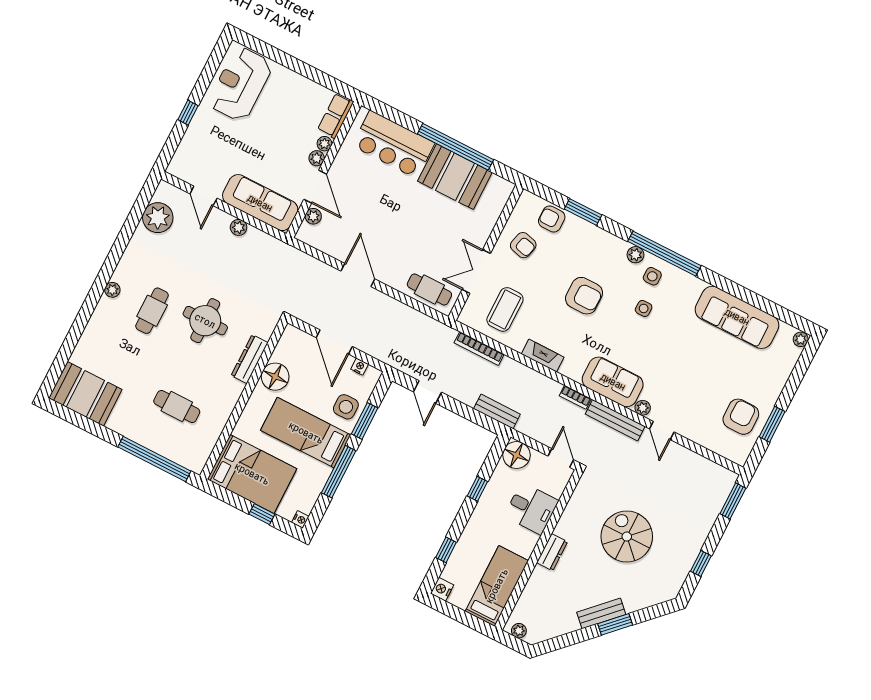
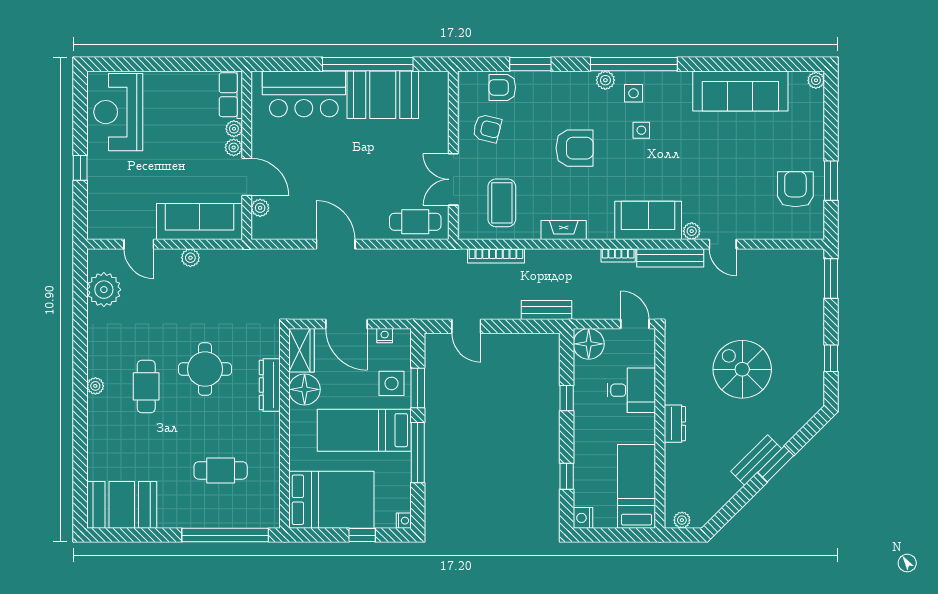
wardrobe: (289, 345) -> (302, 350), added

